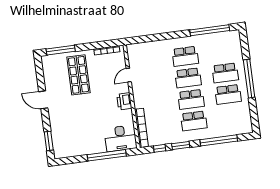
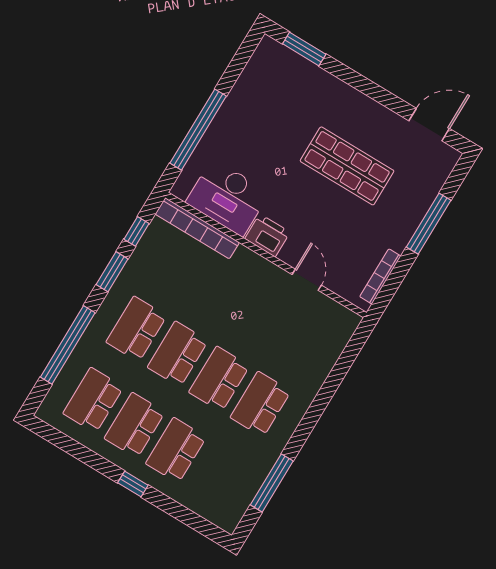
window: (210, 30) -> (272, 483), width x0.68
window: (61, 50) -> (429, 224), moved
shop shelf: (78, 75) -> (347, 166), moved
window: (249, 79) -> (133, 484), width x0.32
door: (43, 100) -> (429, 125), moved
school desk: (231, 116) -> (93, 400), added
desk: (121, 138) -> (228, 198), moved, turned -90

